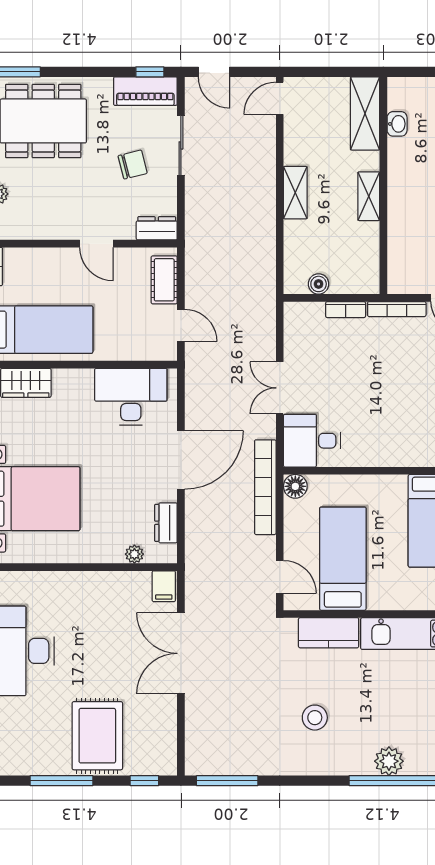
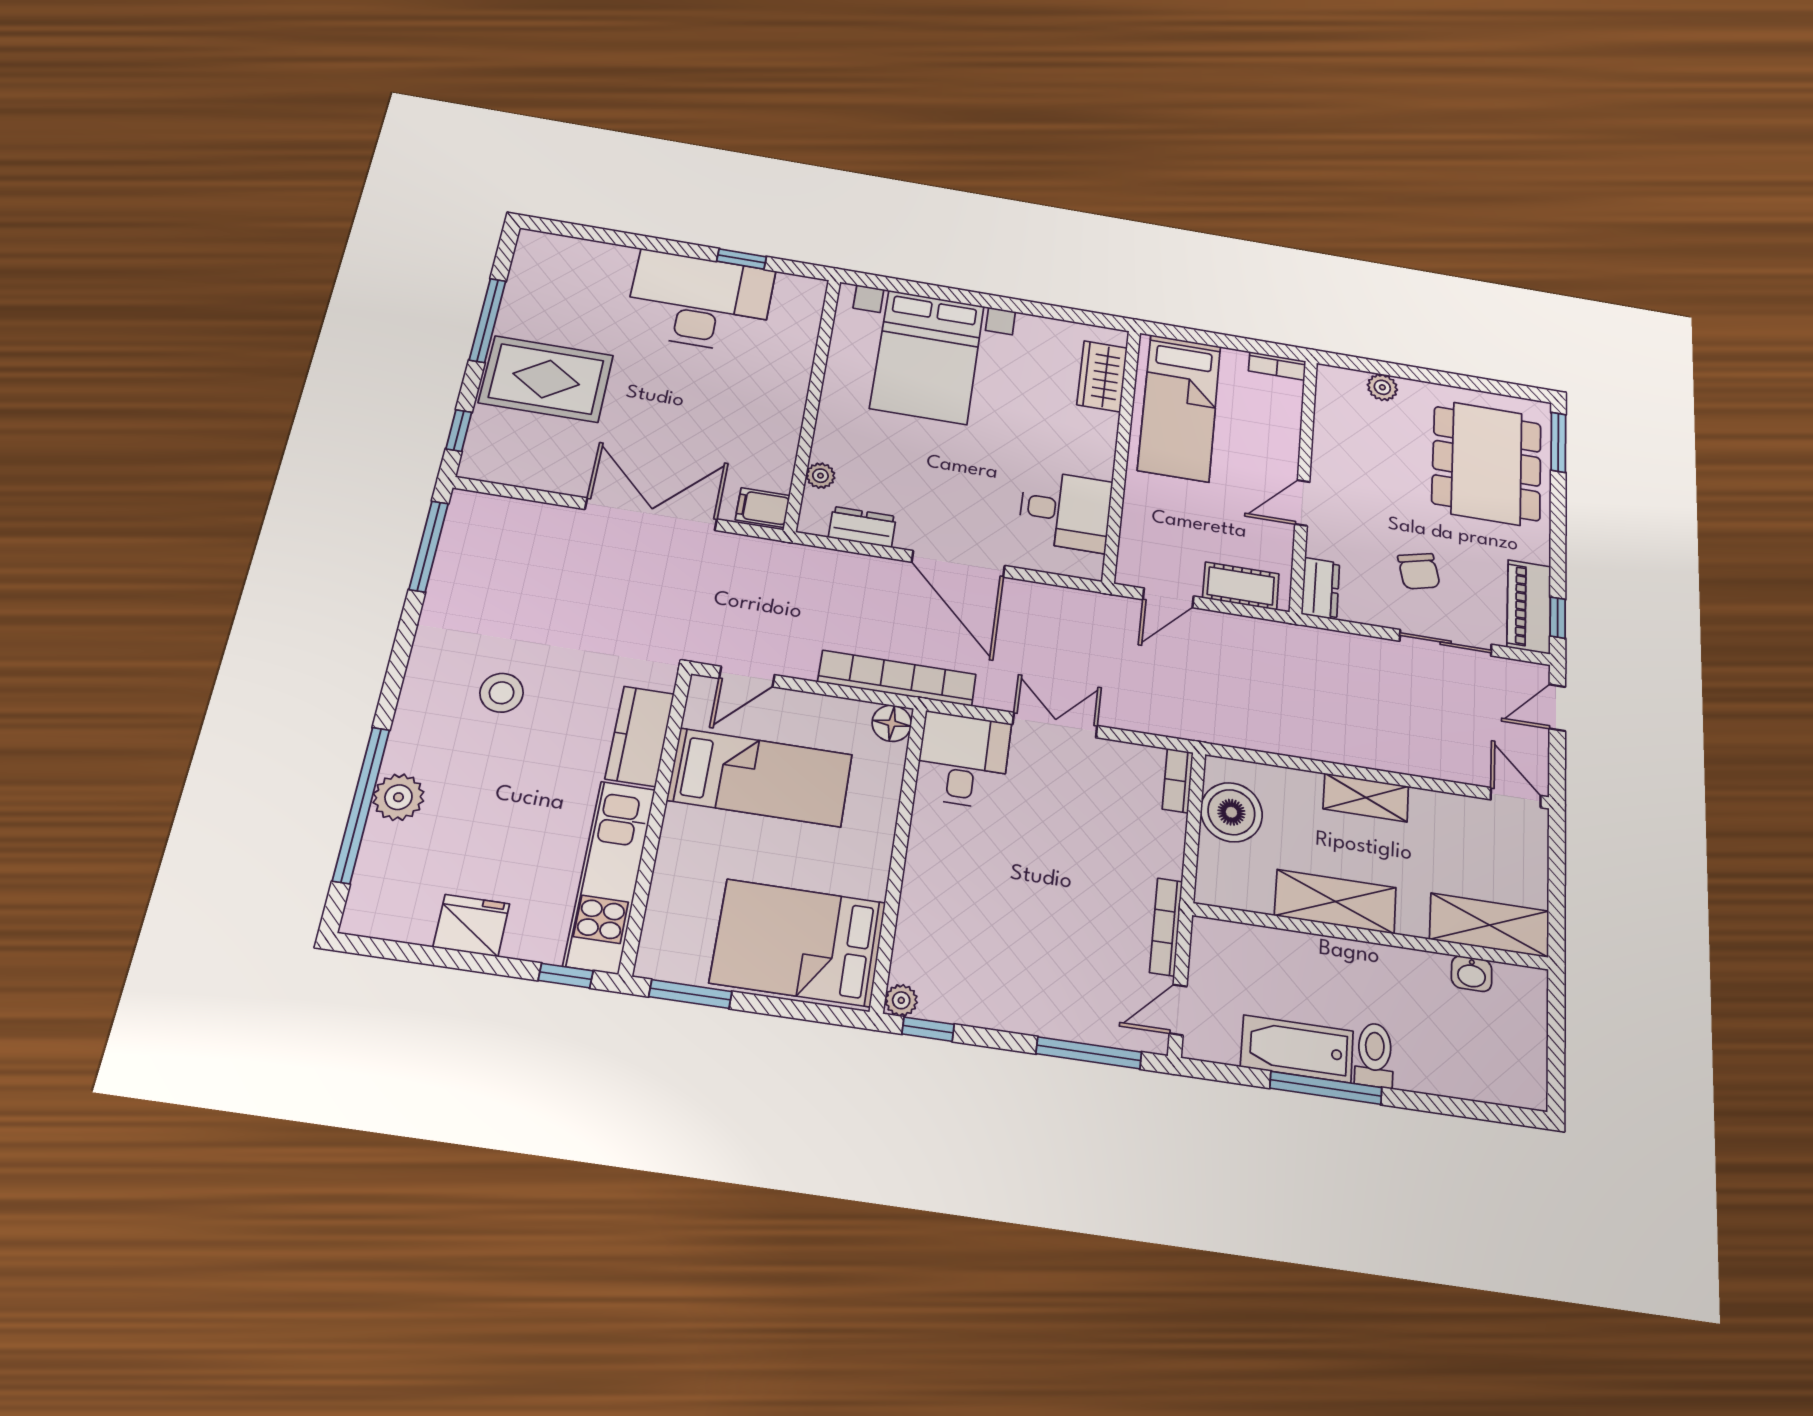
shelving: (369, 196) -> (1335, 902), width x1.50, depth x1.33
boiler: (319, 284) -> (1231, 812), width x1.86, depth x1.86
bookcase: (346, 310) -> (1178, 781), moved
desk: (131, 397) -> (1065, 511), width x0.73

